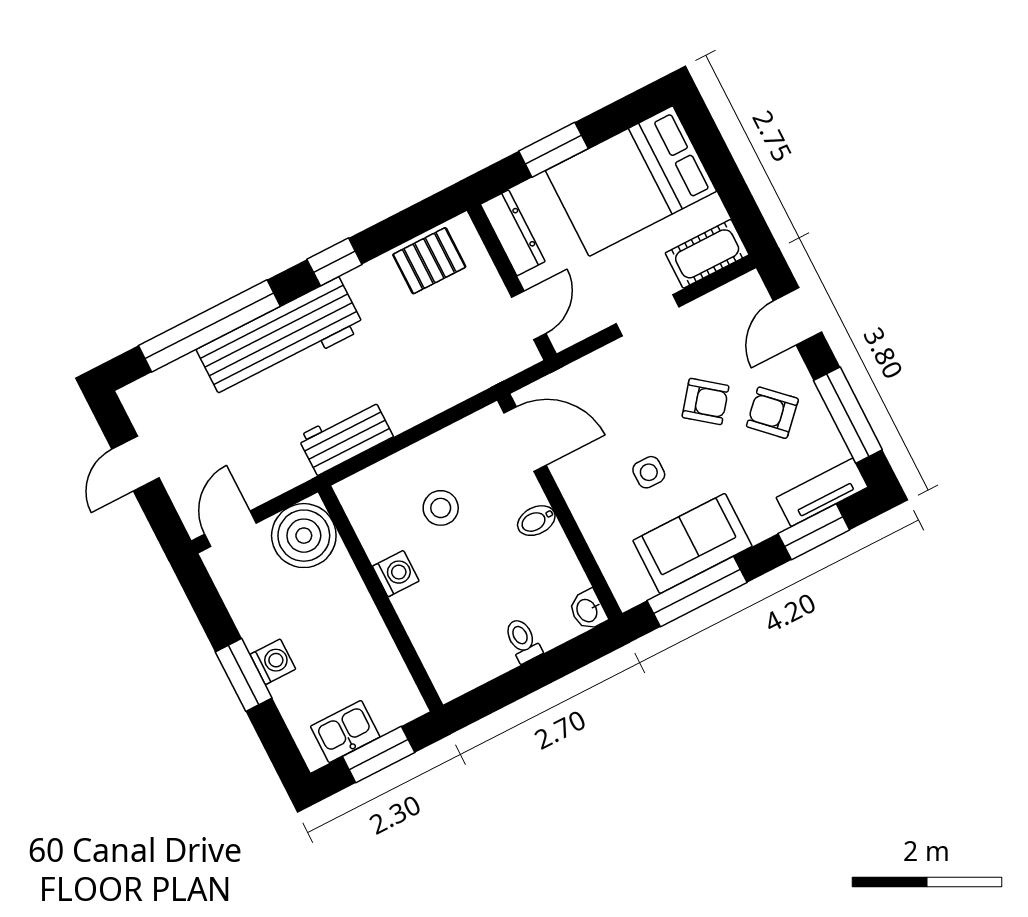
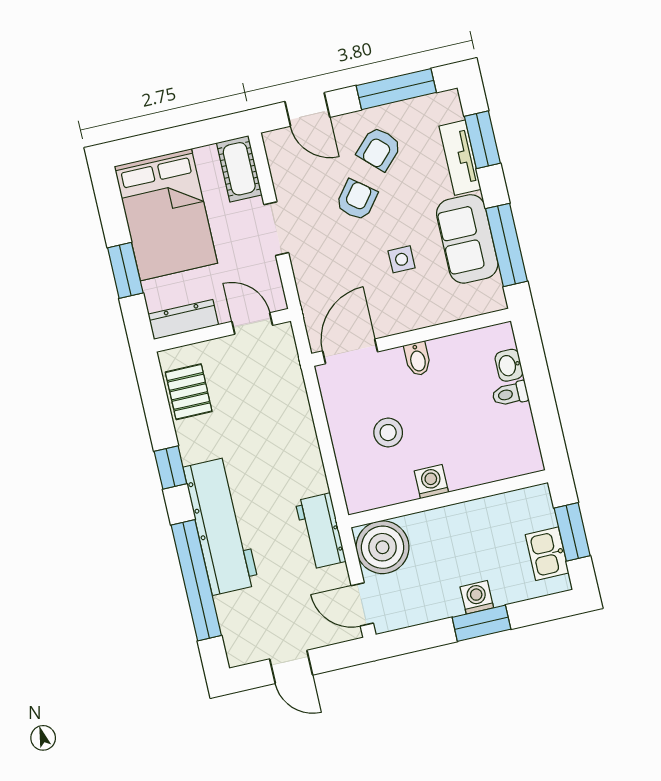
workbench: (345, 437) -> (321, 531), moved
tv unit: (822, 492) -> (460, 158), moved
washbasin: (588, 610) -> (509, 365), moved, turned 90

